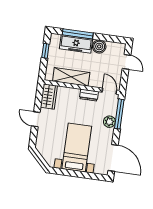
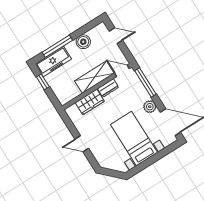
freezer: (76, 44) -> (53, 61), moved
shelving: (71, 77) -> (94, 77), moved
wardrobe: (49, 96) -> (90, 102), moved, turned 90
plant: (109, 122) -> (150, 107), moved

